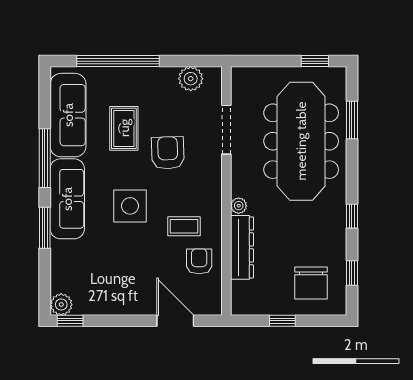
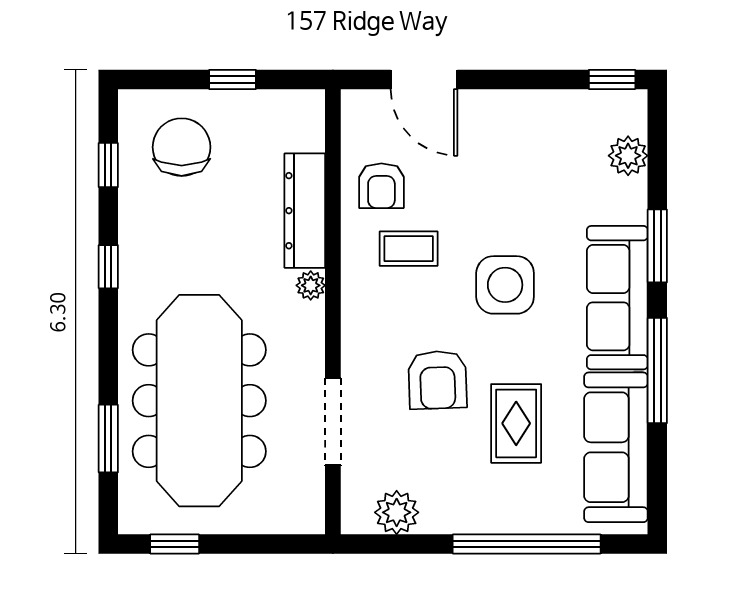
plant: (61, 304) -> (628, 156), moved

